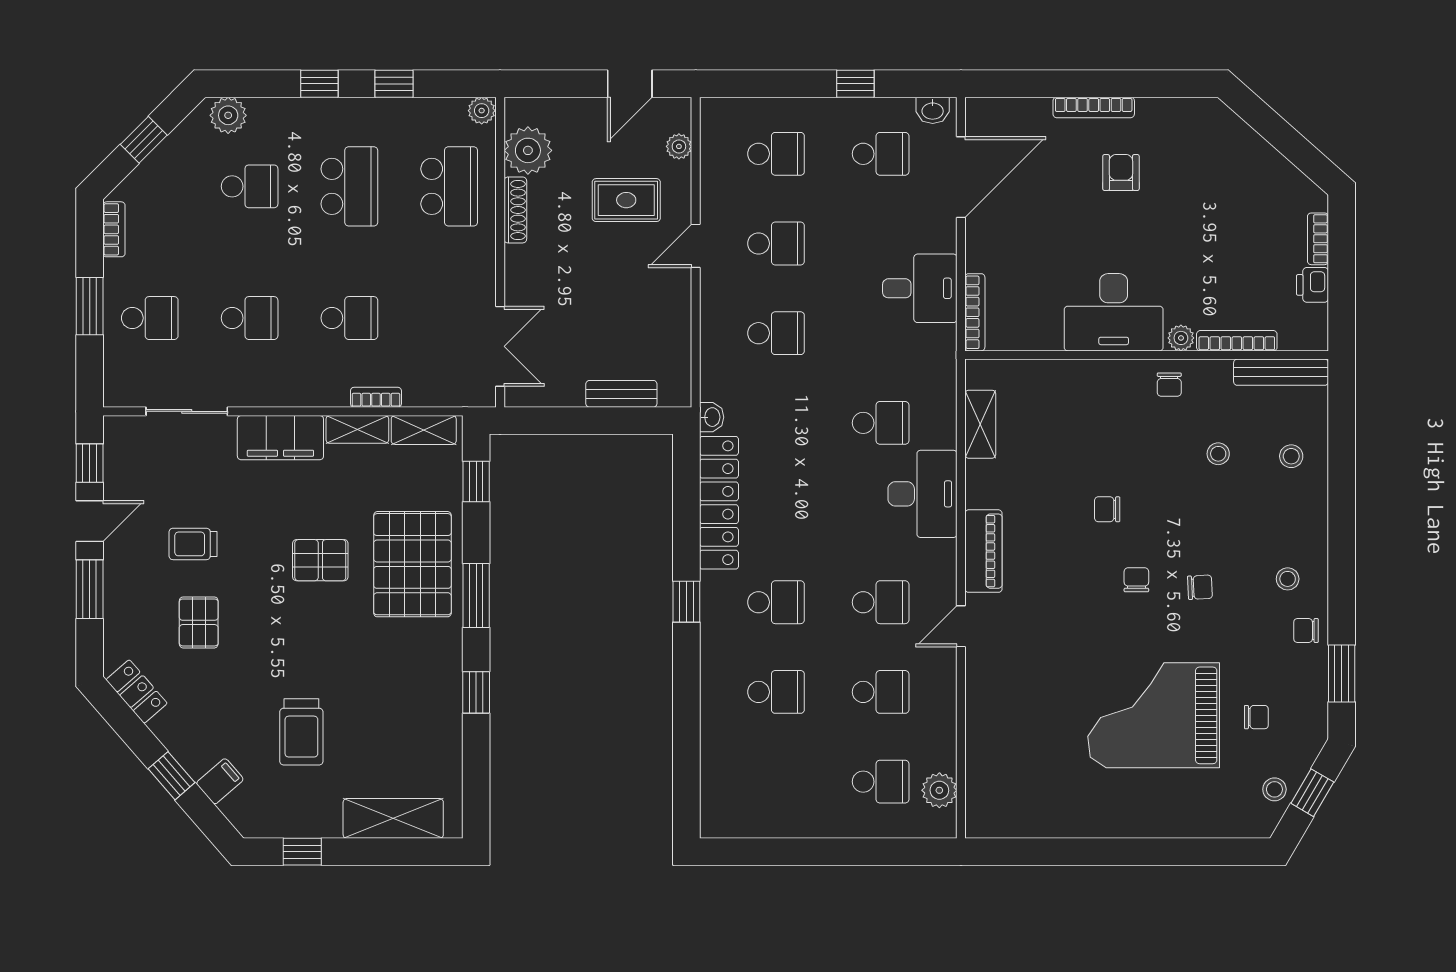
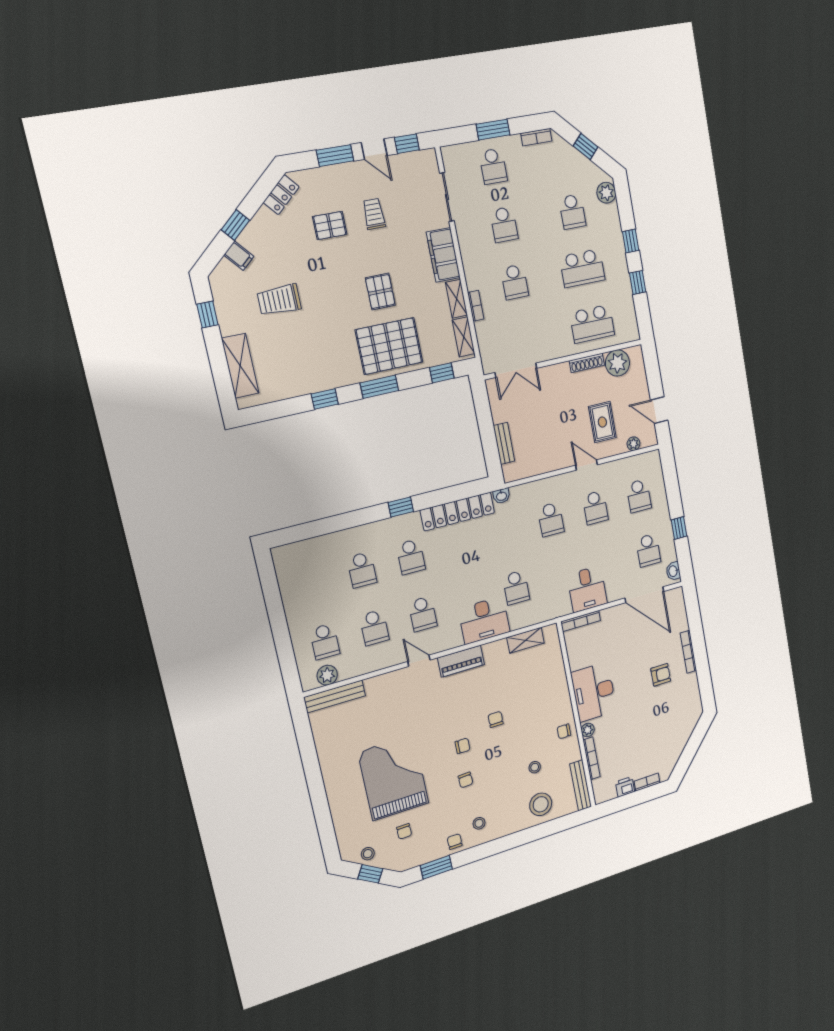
plant: (482, 111) -> (633, 333), removed
stool: (1291, 456) -> (541, 804), width x1.89, depth x1.89
bench: (980, 786) -> (335, 696), added

